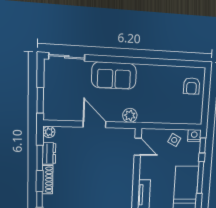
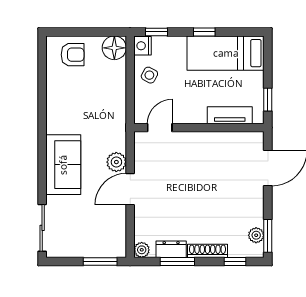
plant: (130, 115) -> (116, 162), moved
floor lamp: (194, 116) -> (114, 48), added
window: (200, 178) -> (204, 32), width x0.46

